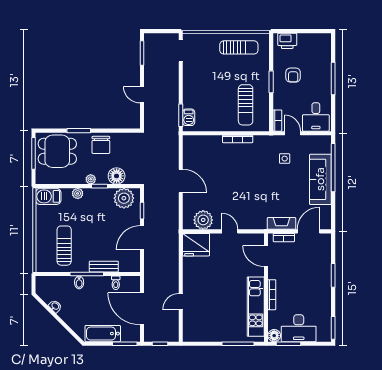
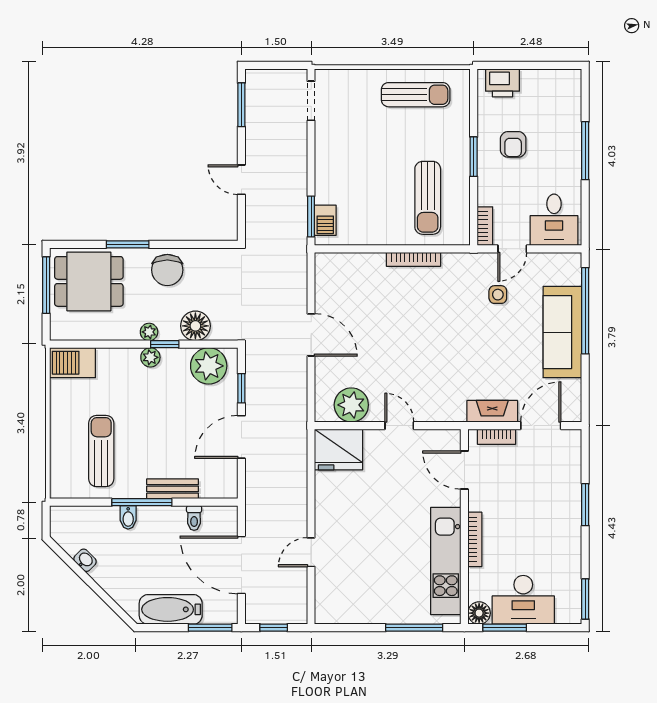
door: (293, 133) -> (512, 249), swing flipped
plant: (78, 193) -> (150, 357), moved

